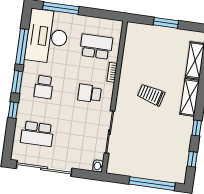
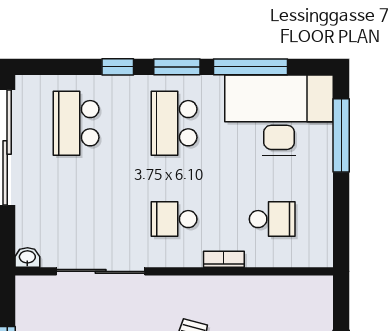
school desk: (96, 47) -> (272, 219), width x0.54
school desk: (44, 87) -> (174, 123), width x1.85
school desk: (90, 93) -> (174, 219), turned -90

